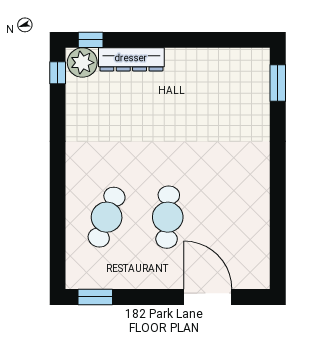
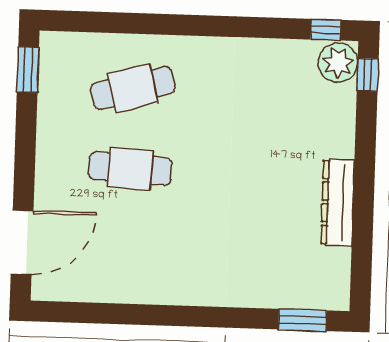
dresser: (131, 59) -> (338, 202), moved
cafe table: (107, 217) -> (133, 88), turned -36
door: (208, 297) -> (22, 242), moved

